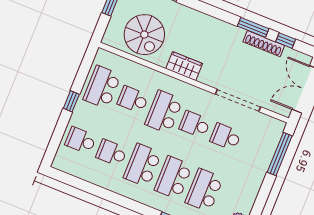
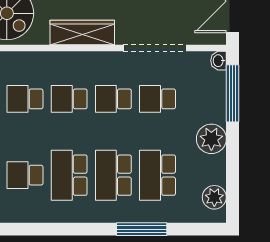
wardrobe: (184, 66) -> (82, 32), width x1.50
school desk: (164, 112) -> (69, 99), width x0.54
washbasin: (279, 127) -> (219, 61), added
plant: (252, 180) -> (211, 139), added

